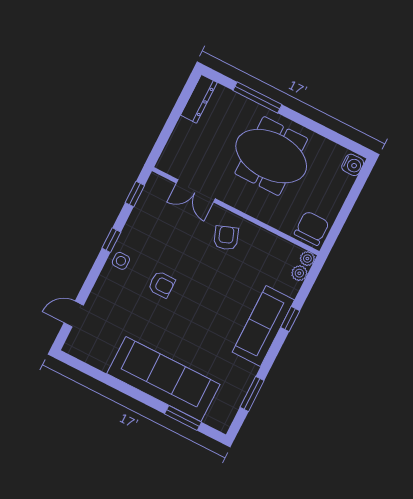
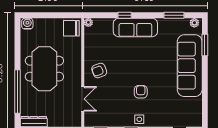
window: (257, 97) -> (17, 91), width x1.46
plant: (299, 273) -> (194, 23), moved

